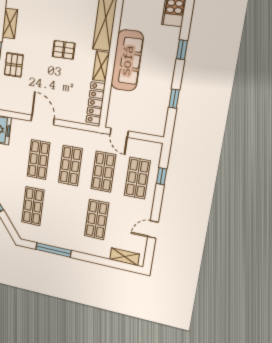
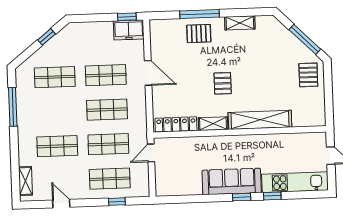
sofa: (127, 60) -> (232, 181), moved, turned 180
window: (174, 99) -> (272, 196), moved
door: (43, 120) -> (148, 73), hinge flipped

